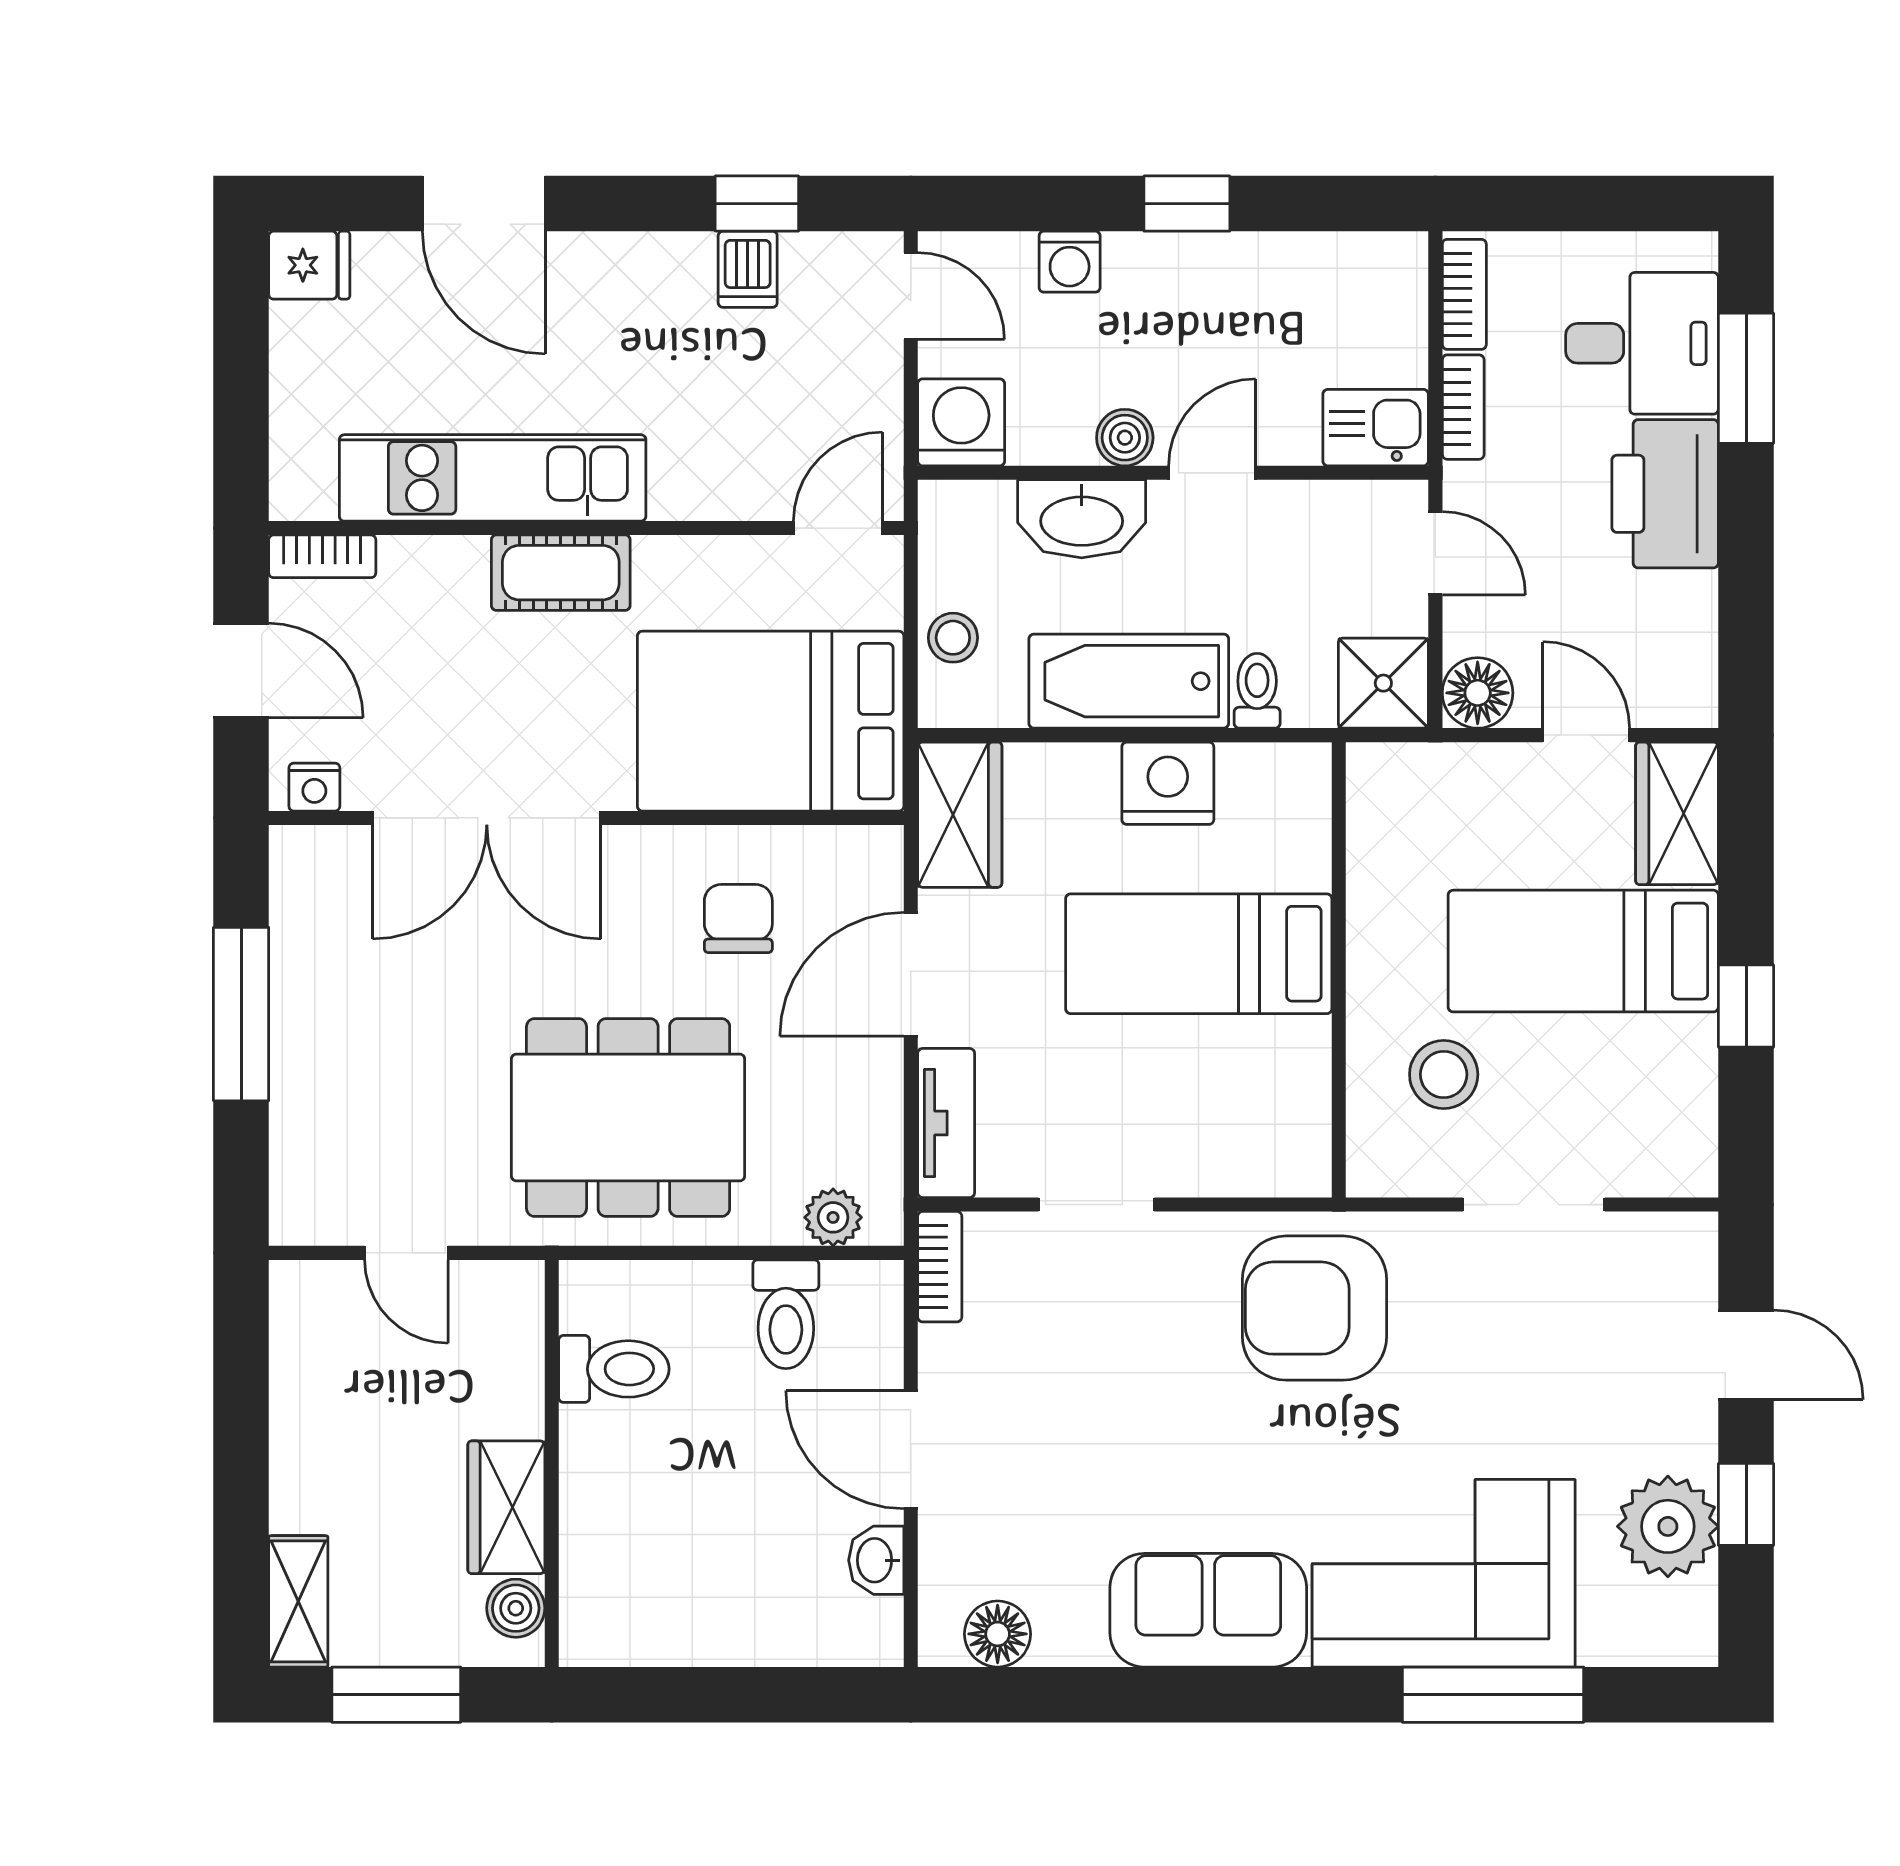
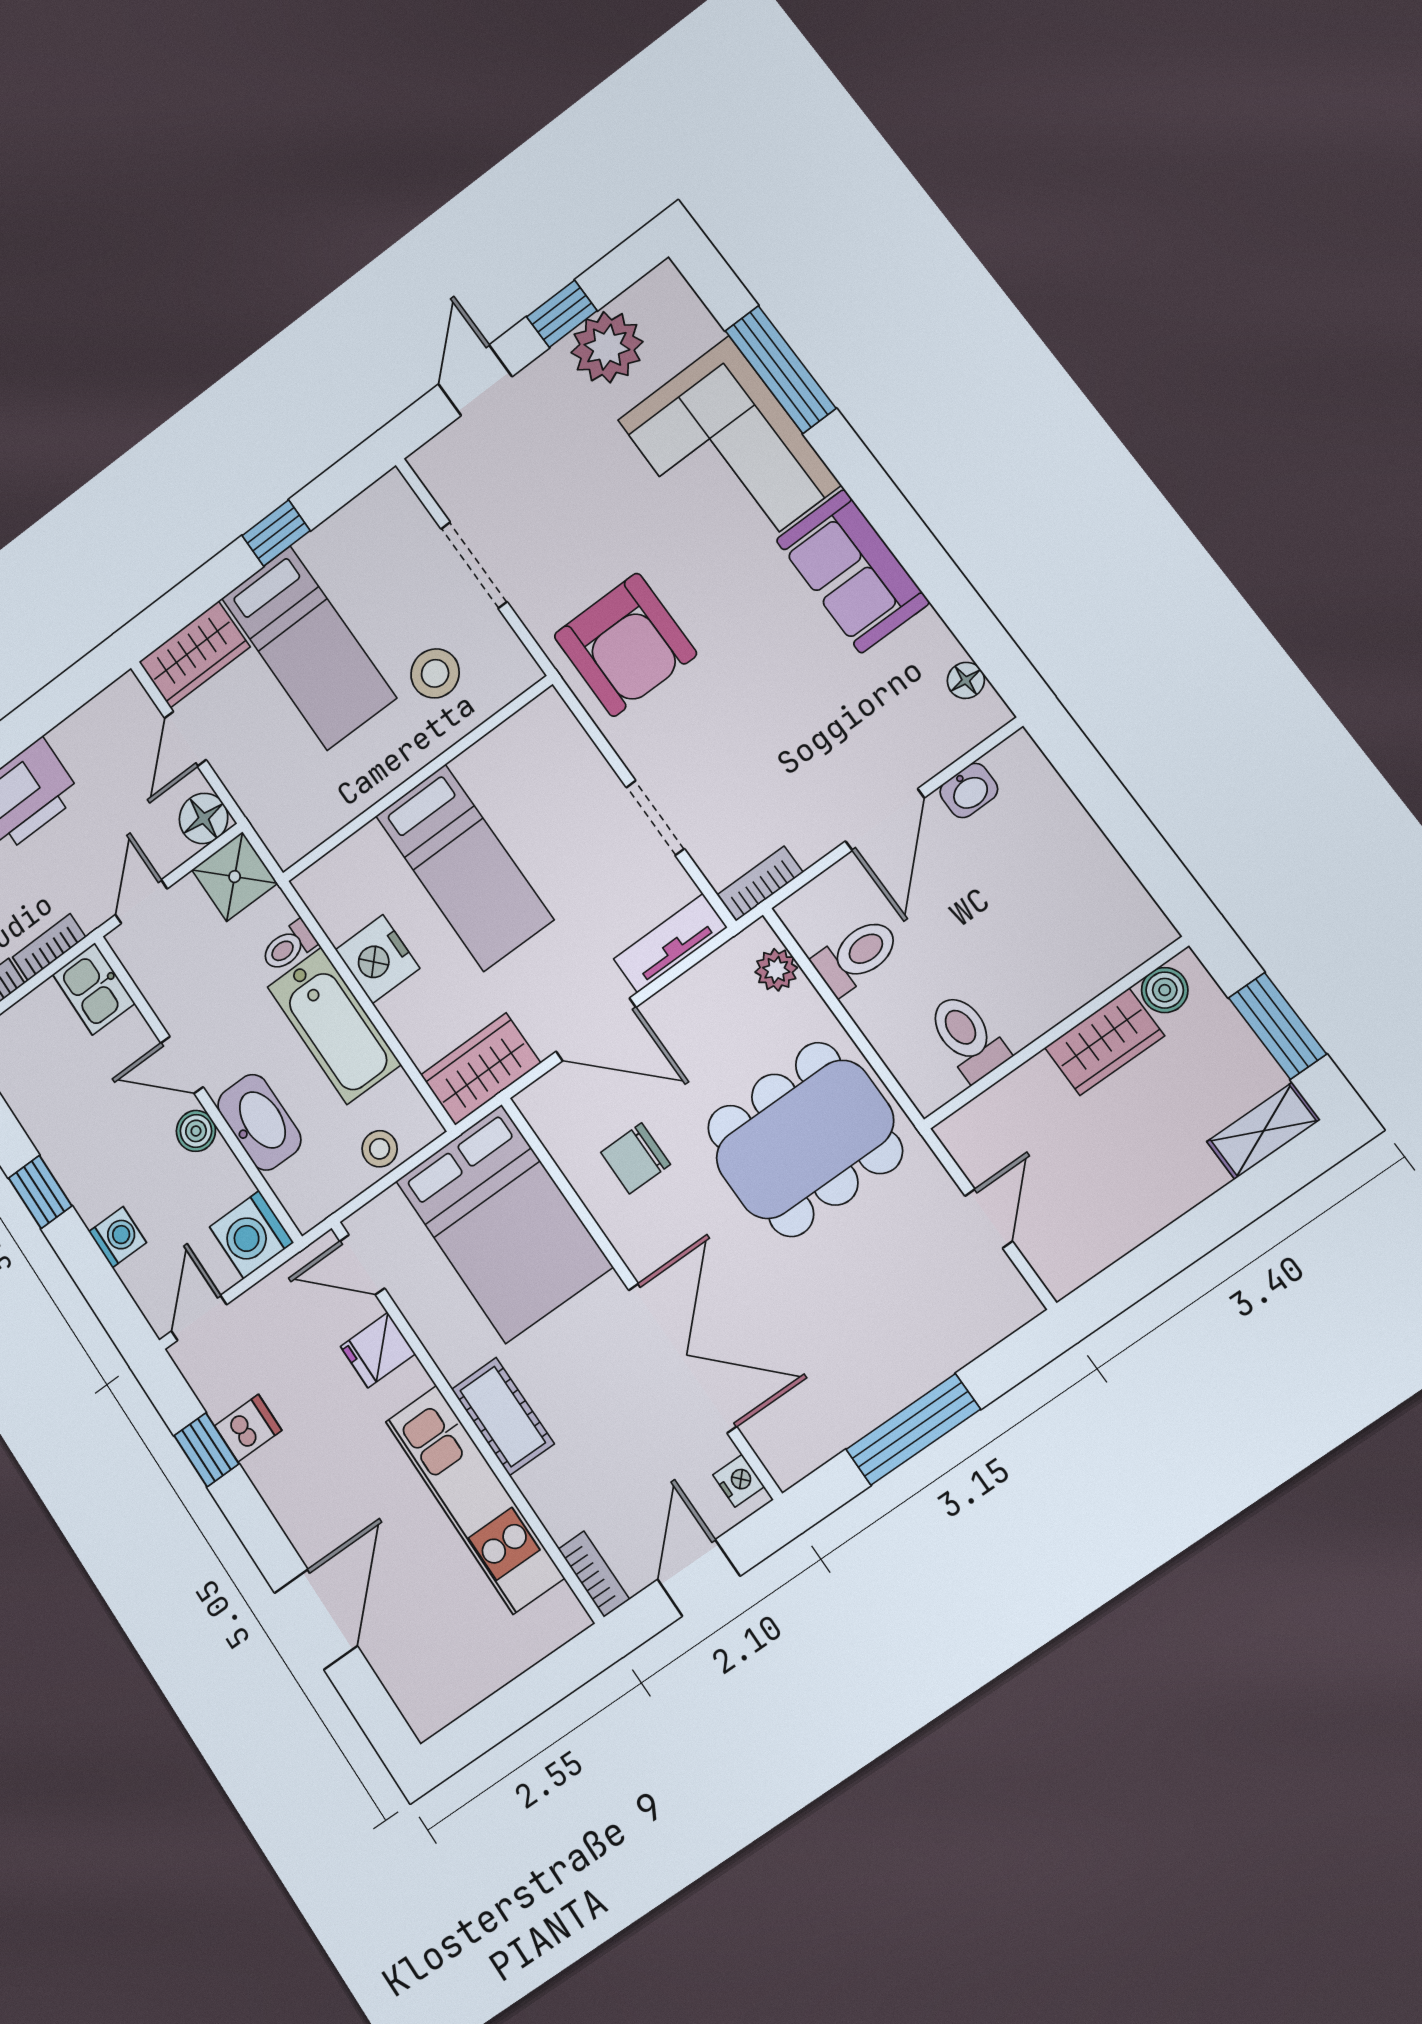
fridge: (309, 265) -> (378, 1350), moved, turned -90
dining table: (628, 1118) -> (805, 1139), turned 90
floor lamp: (998, 1634) -> (966, 680), width x0.73, depth x0.73

